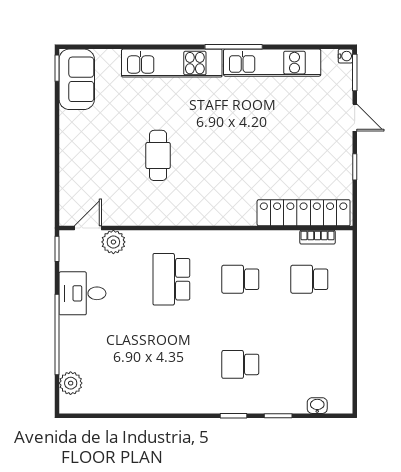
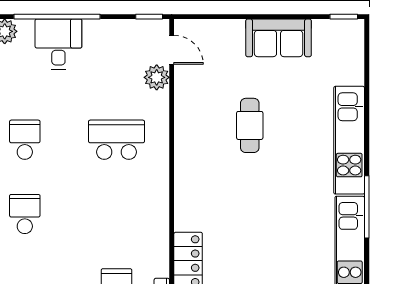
sofa: (77, 79) -> (279, 38), moved
cafe table: (158, 155) -> (250, 125), turned 90
school desk: (240, 279) -> (25, 140), moved
desk: (82, 293) -> (58, 44), moved

